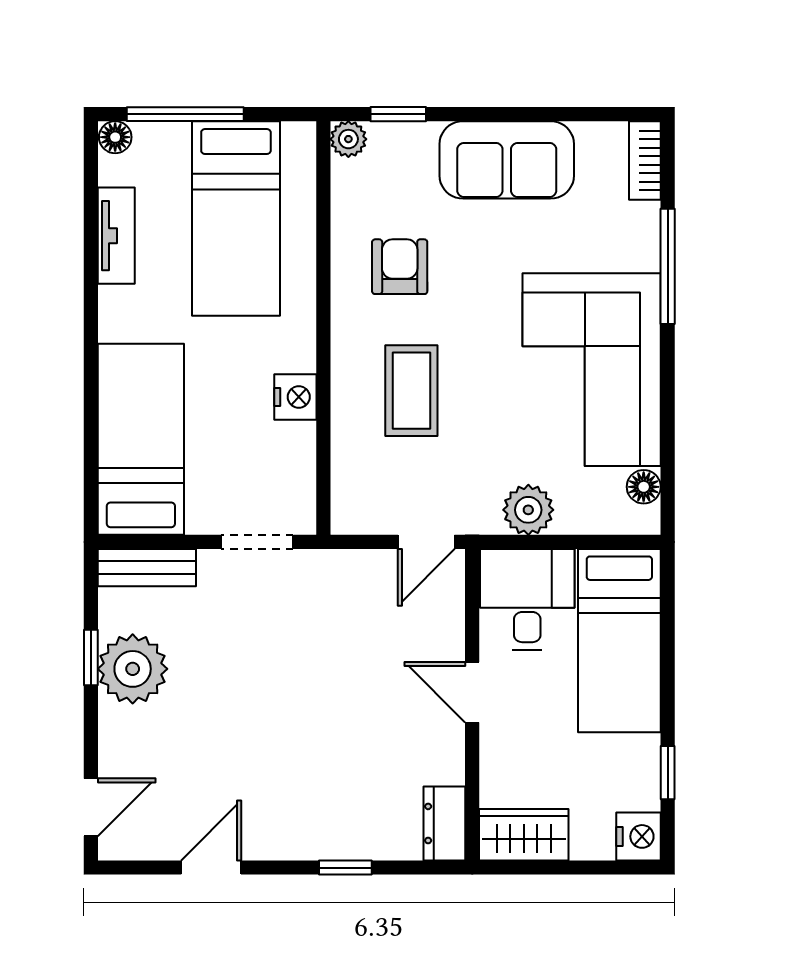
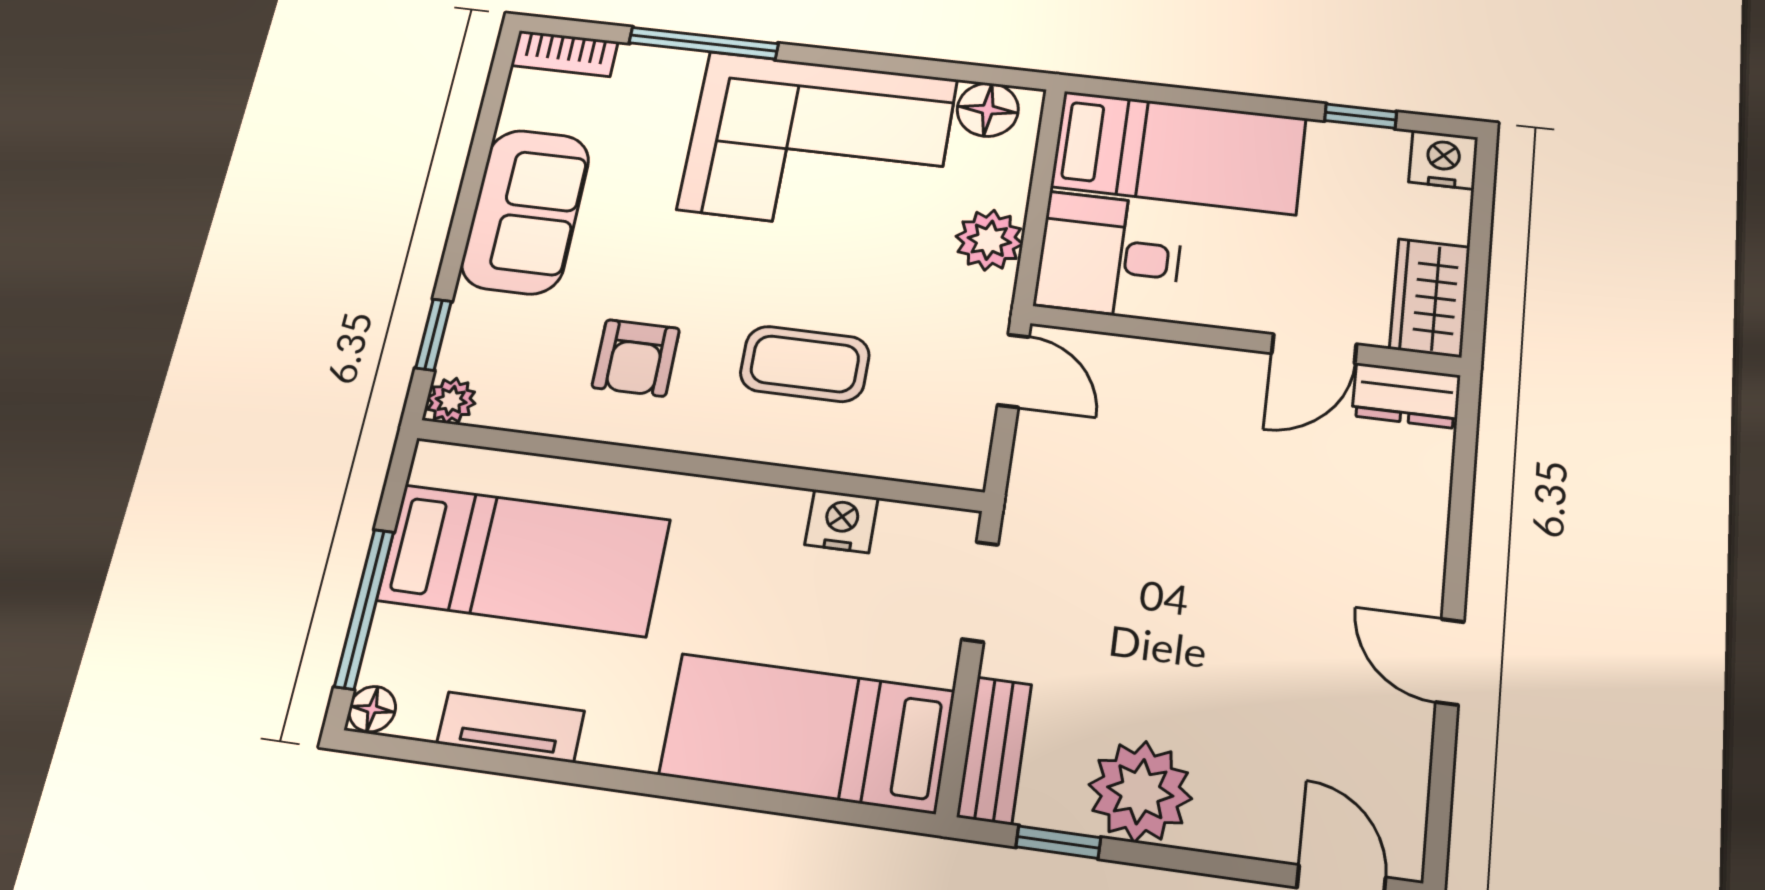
armchair: (400, 267) -> (636, 358), turned -90
nightstand: (295, 397) -> (841, 521), moved
floor lamp: (644, 487) -> (988, 110), width x1.37, depth x1.37
window: (91, 658) -> (1058, 842), moved
door: (472, 692) -> (1314, 349), moved
door: (211, 868) -> (1450, 662), moved
window: (345, 868) -> (1459, 533), removed

